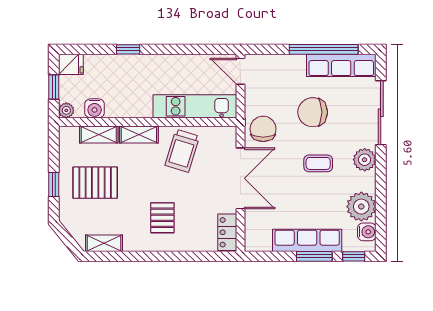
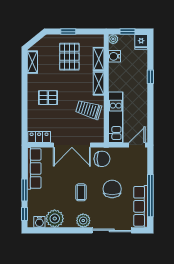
row of seats: (307, 240) -> (34, 168), moved

